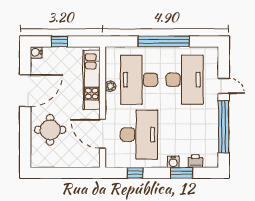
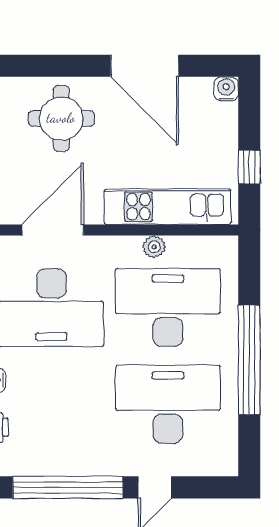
window: (59, 41) -> (249, 167), moved
desk: (185, 80) -> (168, 404), turned 180

